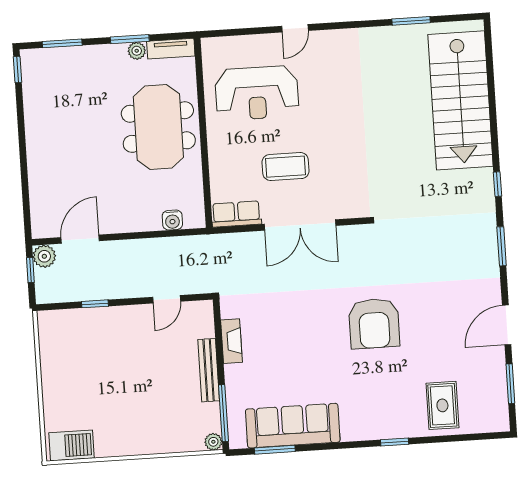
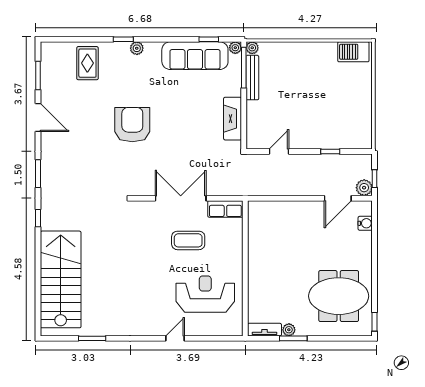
window: (62, 43) -> (342, 338), removed
meeting table: (158, 127) -> (339, 296), moved, turned 90
water cooler: (172, 220) -> (365, 223), moved, turned 90
door: (507, 325) -> (38, 117), hinge flipped
fireplace: (232, 341) -> (233, 119), width x1.37, depth x1.32
bench: (209, 370) -> (252, 78), moved
plant: (375, 431) -> (137, 48), added
plant: (237, 440) -> (235, 48), added
window: (275, 450) -> (209, 39), width x0.67

